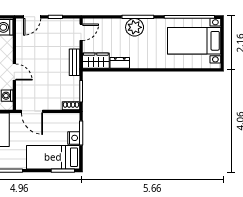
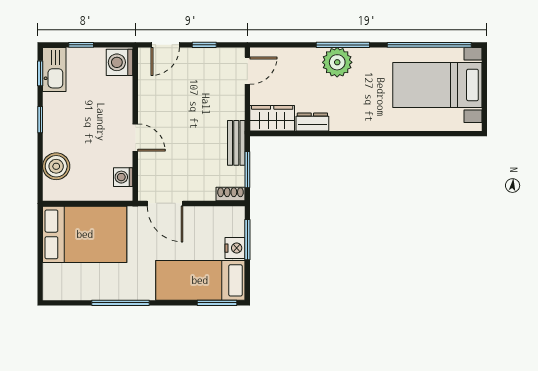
bench: (74, 62) -> (236, 143), moved

